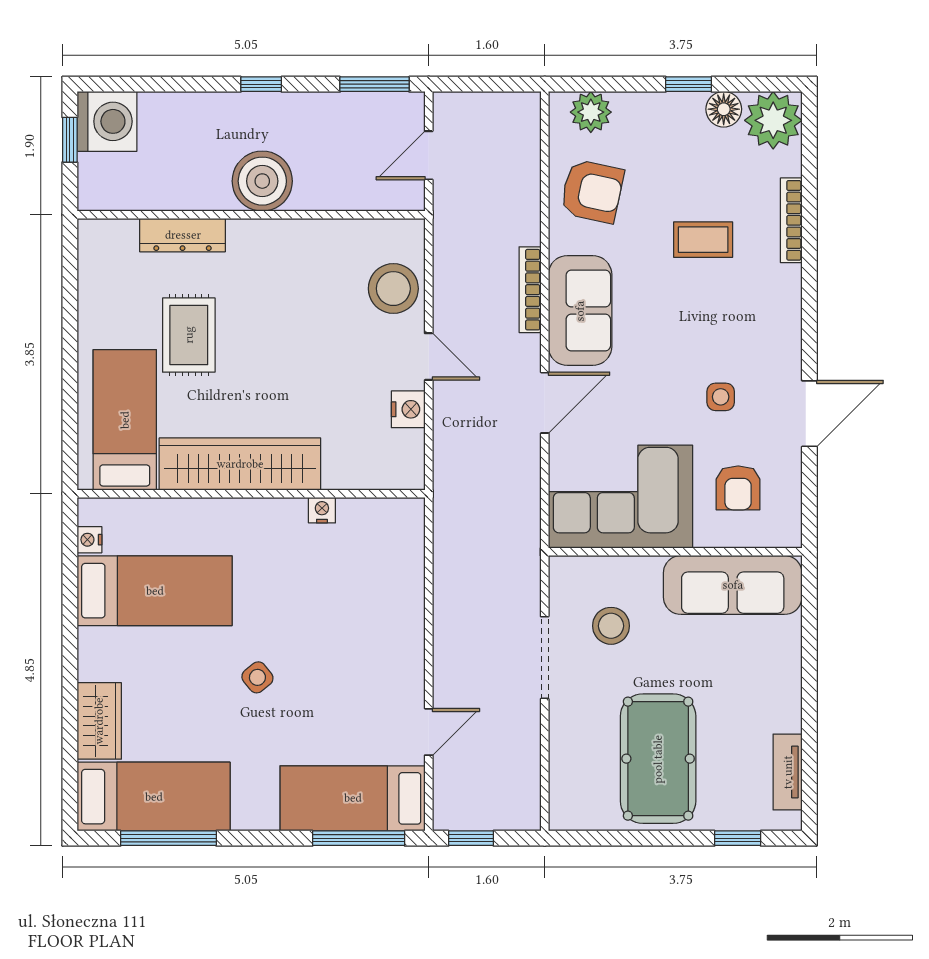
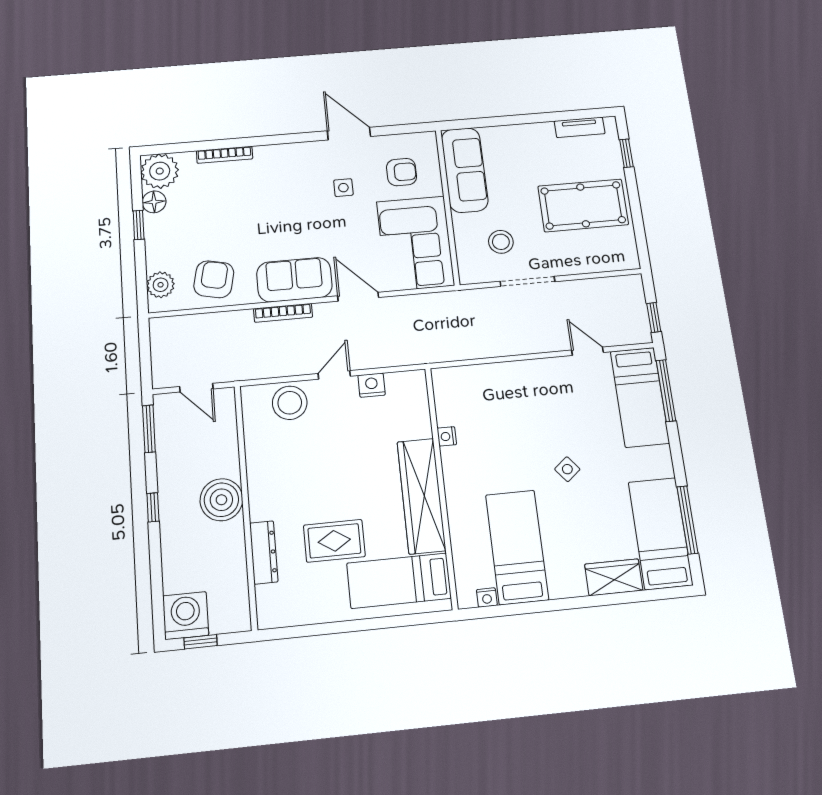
coffee table: (703, 240) -> (241, 207), removed

